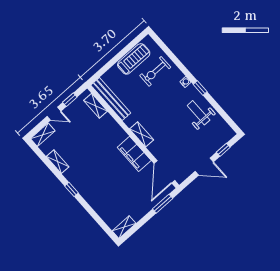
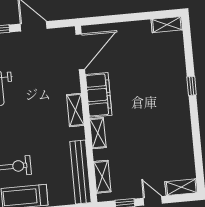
shelving: (58, 162) -> (98, 133), moved
window: (72, 189) -> (192, 86), moved
window: (163, 204) -> (107, 19), removed

